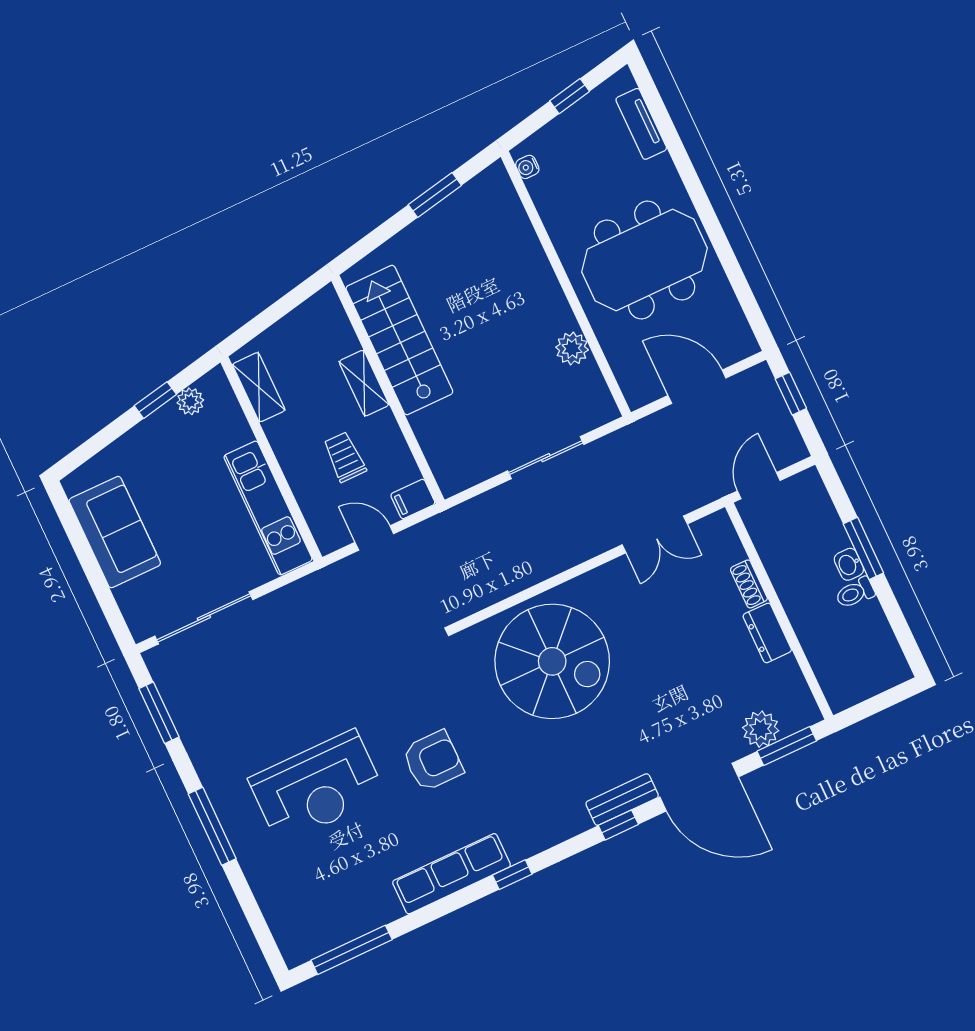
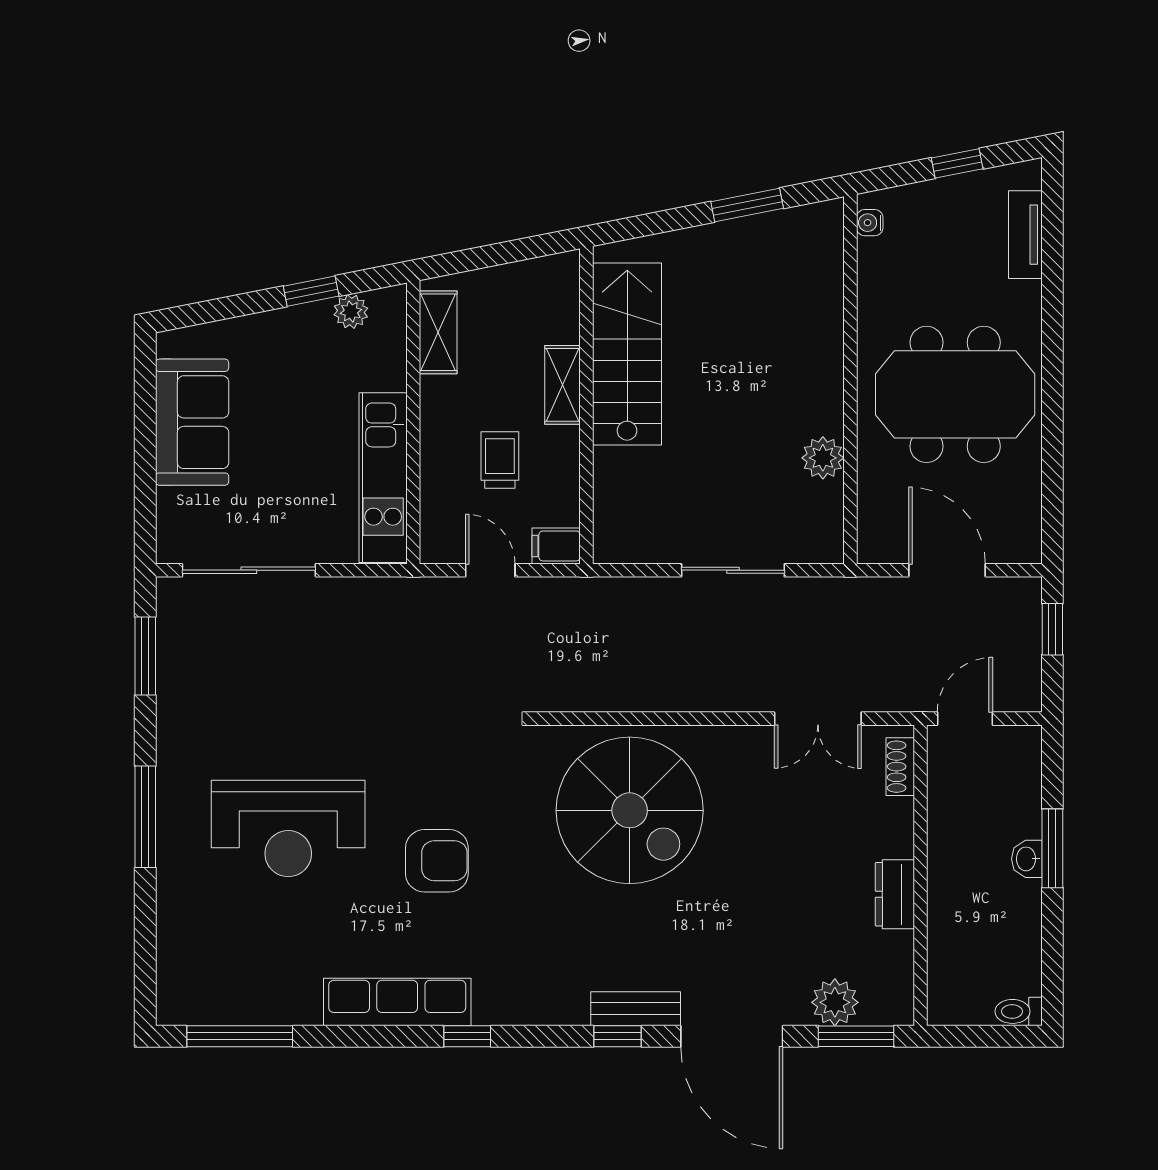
shoe rack: (749, 584) -> (900, 767), moved
toilet: (855, 593) -> (1019, 1011), moved

